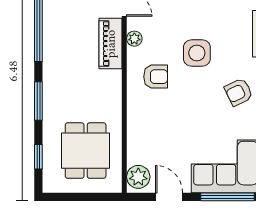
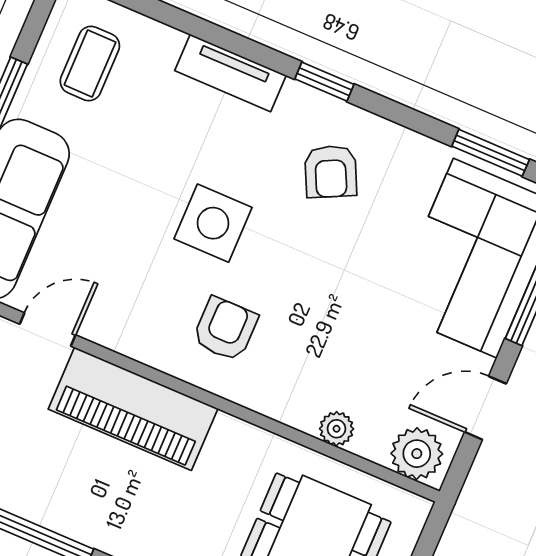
plant: (134, 39) -> (337, 429), moved
piano: (111, 44) -> (133, 409), width x1.37, depth x1.33

